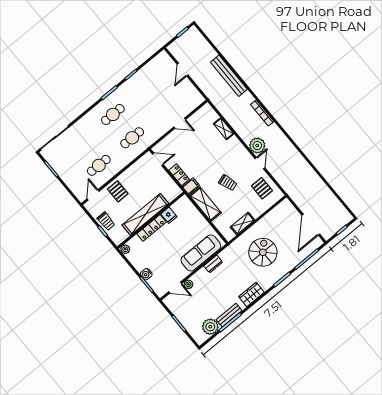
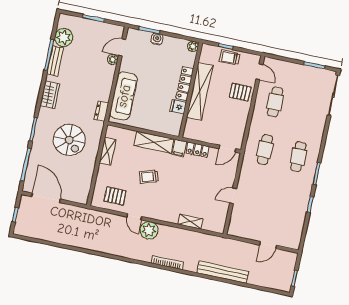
door: (183, 70) -> (268, 245), swing flipped
dresser: (213, 264) -> (101, 111), moved

